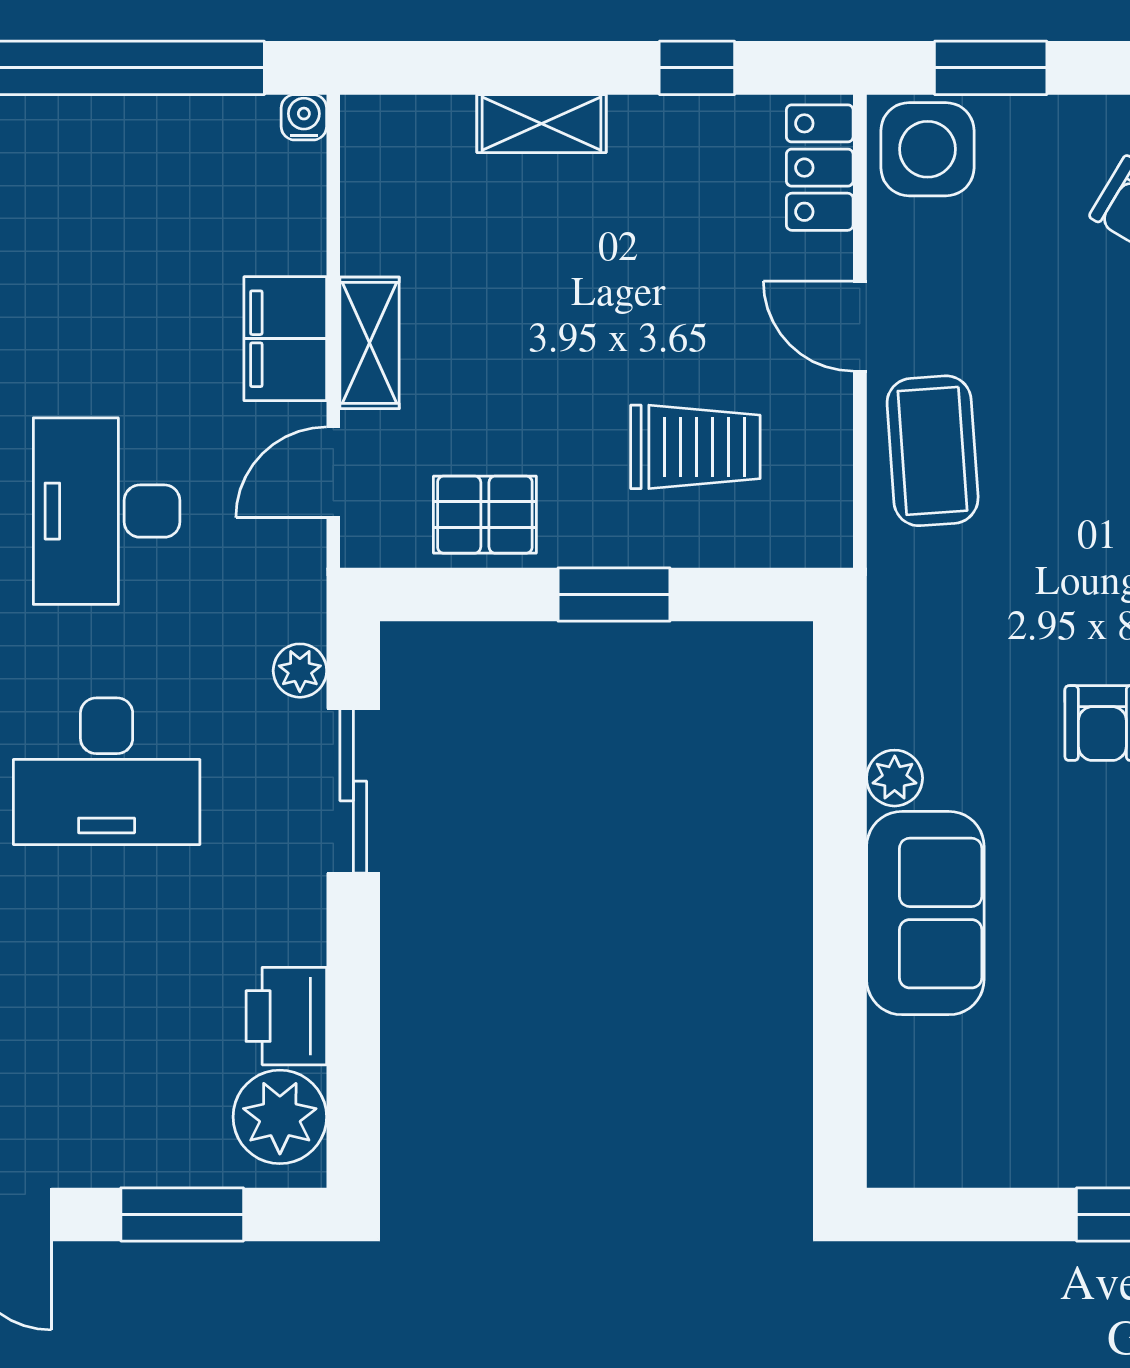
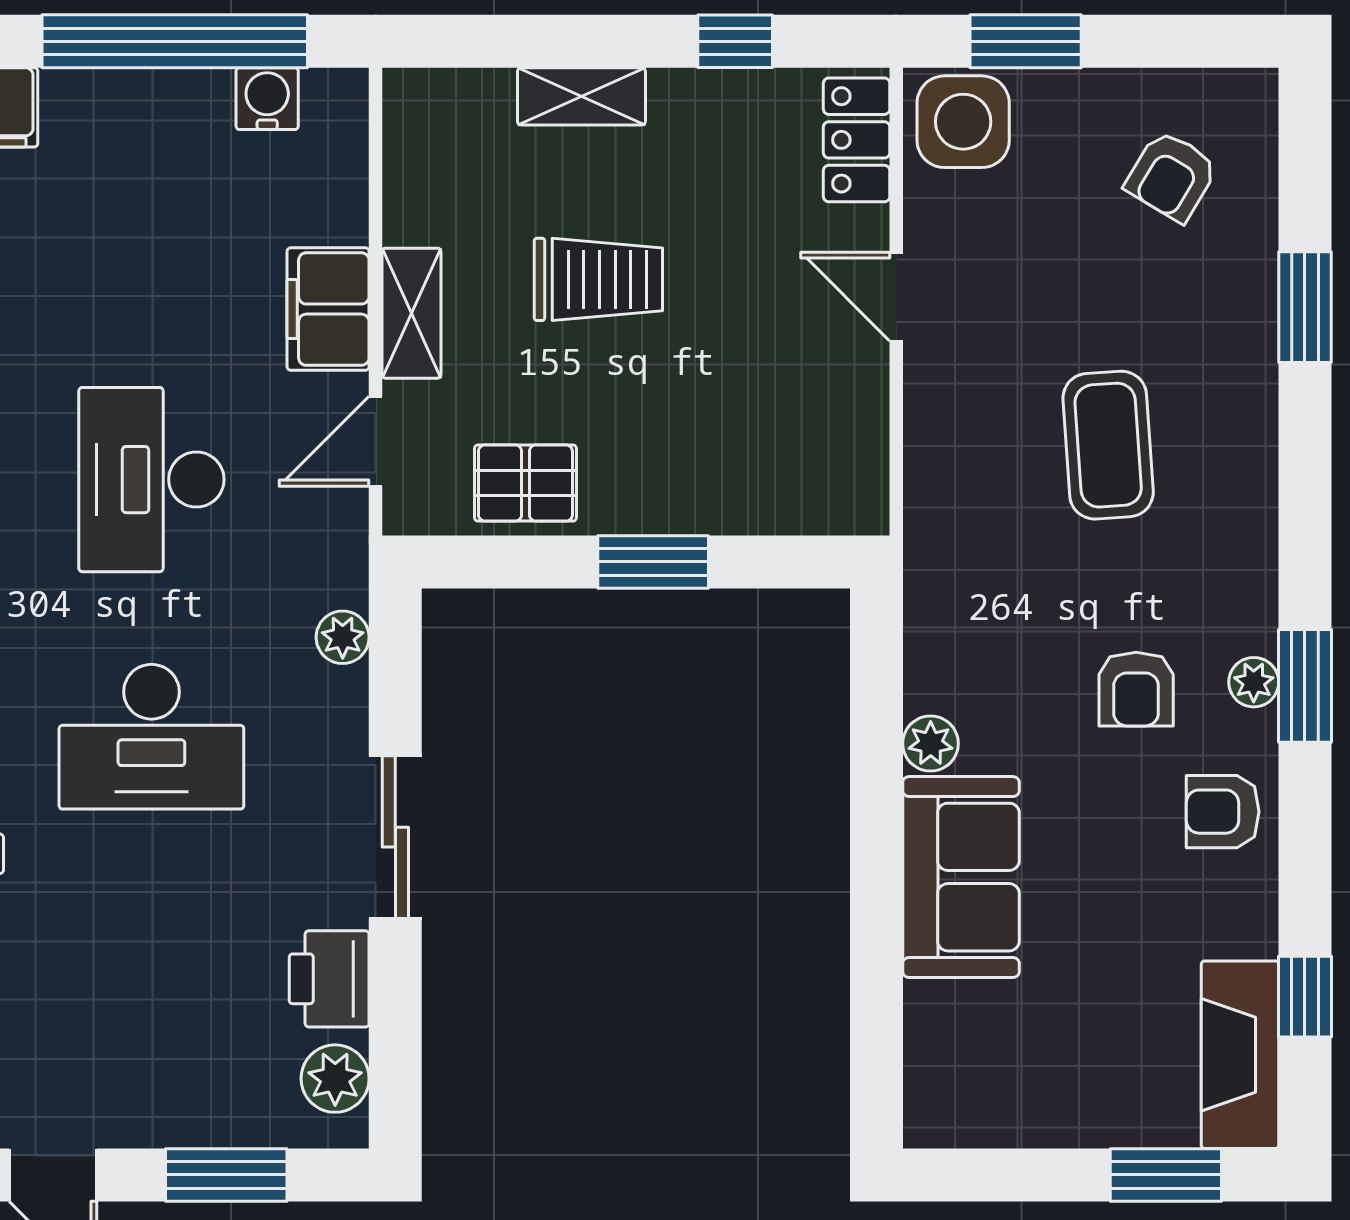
water cooler: (304, 117) -> (267, 99), moved, width x1.38, depth x1.38
trolley: (695, 447) -> (598, 279), moved
coffee table: (933, 451) -> (1108, 445), moved
sliding door: (353, 791) -> (395, 837), moved
plant: (280, 1117) -> (335, 1079), width x0.73, depth x0.73

